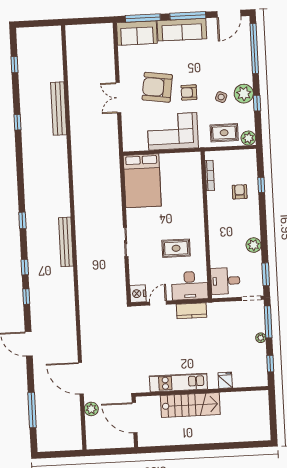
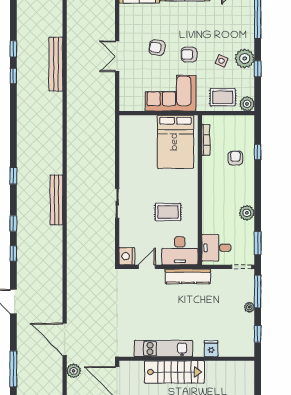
window: (15, 65) -> (13, 49), moved
armchair: (157, 87) -> (157, 48), width x0.53, depth x0.53
bed: (142, 181) -> (175, 142), moved
kitchen counter: (191, 311) -> (188, 276), width x1.50

